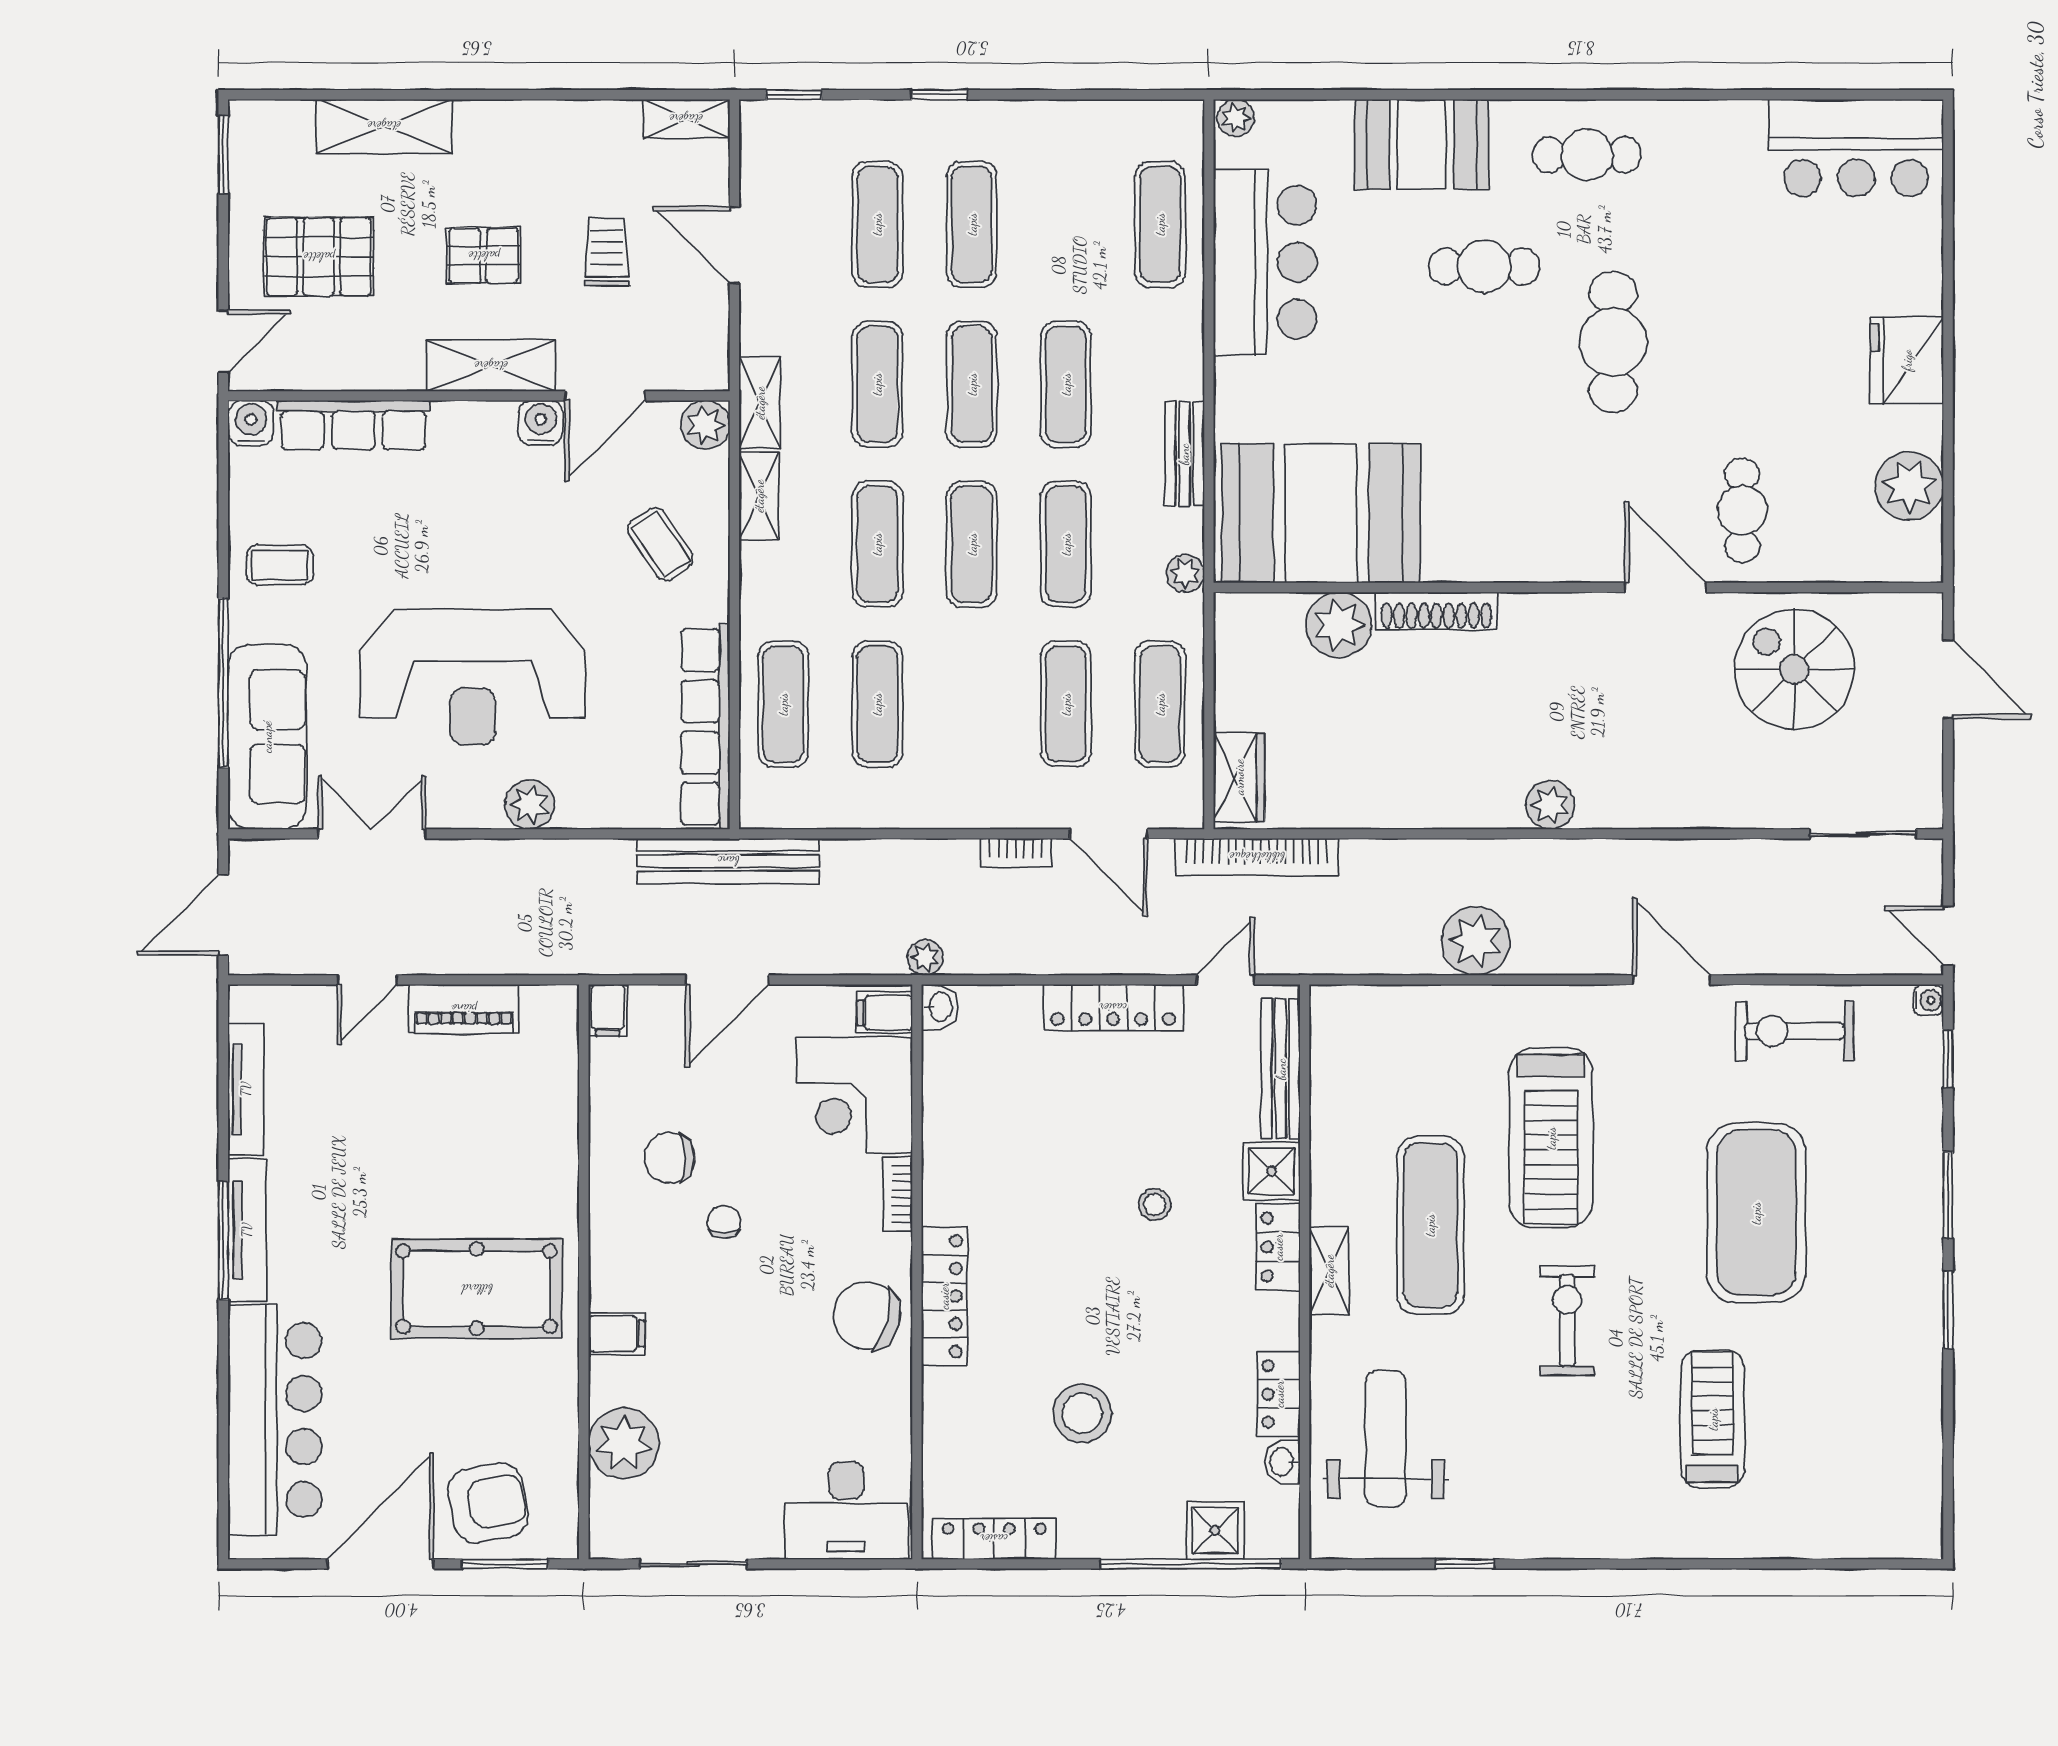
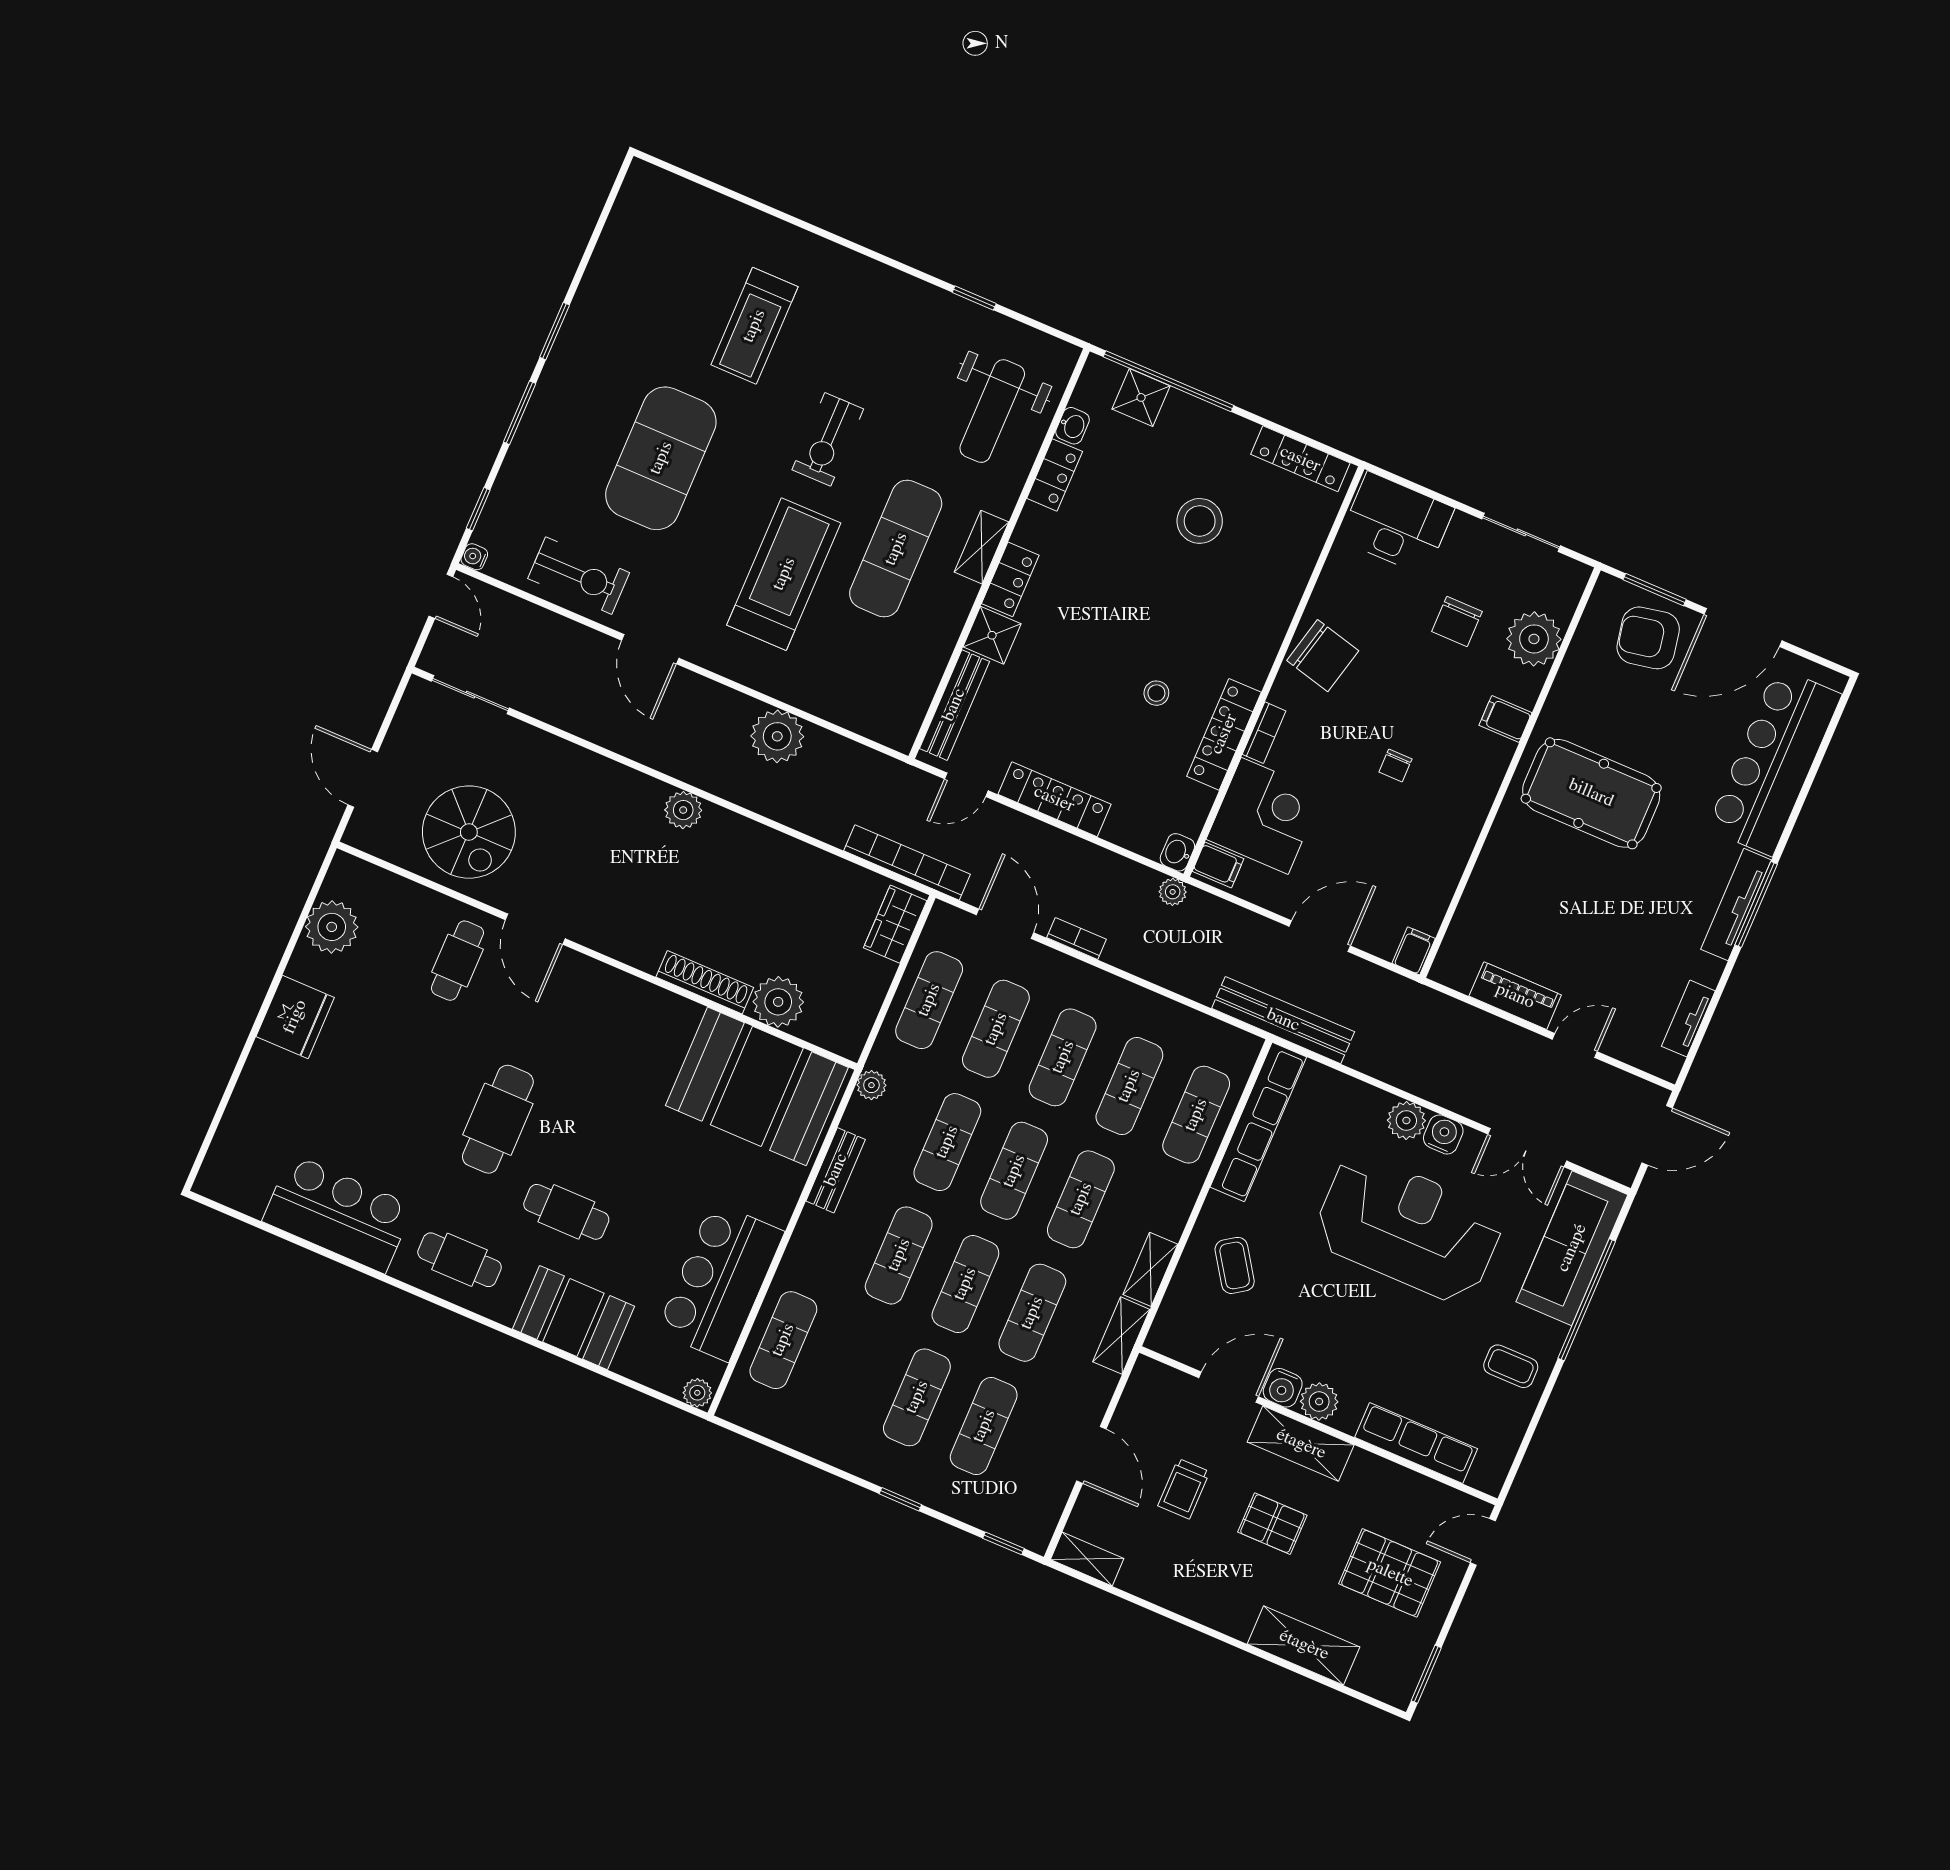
bar counter: (1856, 148) -> (338, 1214), moved
water cooler: (251, 423) -> (1443, 1134), moved, turned 180
plant: (705, 425) -> (1319, 1402), moved
exercise mat: (972, 704) -> (1063, 1057), added
tv unit: (246, 1089) -> (1688, 1019), width x0.71
chair: (670, 1158) -> (1457, 622), moved, turned 90
stool: (1155, 1204) -> (1156, 693), moved
locker: (944, 1296) -> (1224, 734), moved

